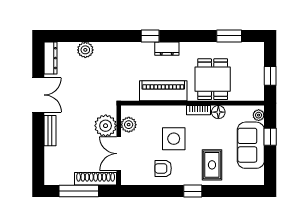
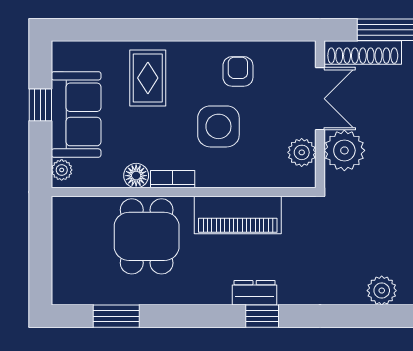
dresser: (167, 49) -> (255, 293), moved
window: (270, 76) -> (40, 242), removed
window: (270, 137) -> (40, 105), moved
armchair: (163, 168) -> (238, 71), turned -90
window: (193, 191) -> (183, 30), removed

